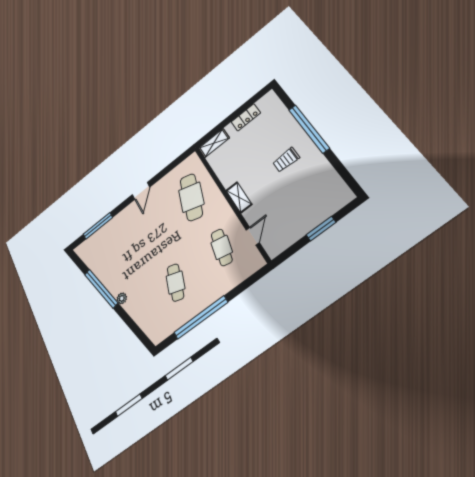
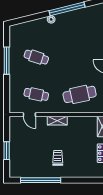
window: (309, 129) -> (41, 180), moved
cafe table: (191, 197) -> (80, 94), turned -30
window: (201, 317) -> (7, 61), width x0.68

